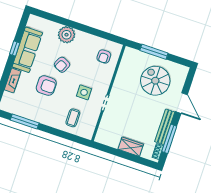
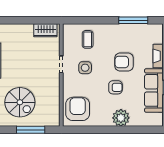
armchair: (104, 56) -> (78, 109), width x1.88, depth x1.88
armchair: (62, 65) -> (115, 87), turned 64
wardrobe: (131, 147) -> (45, 30), moved

